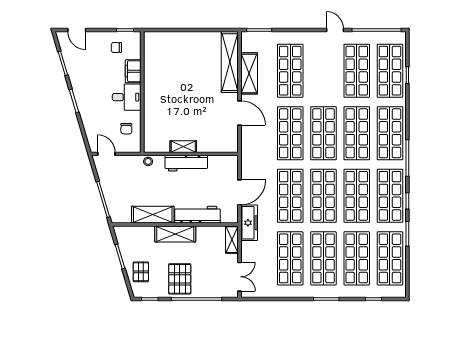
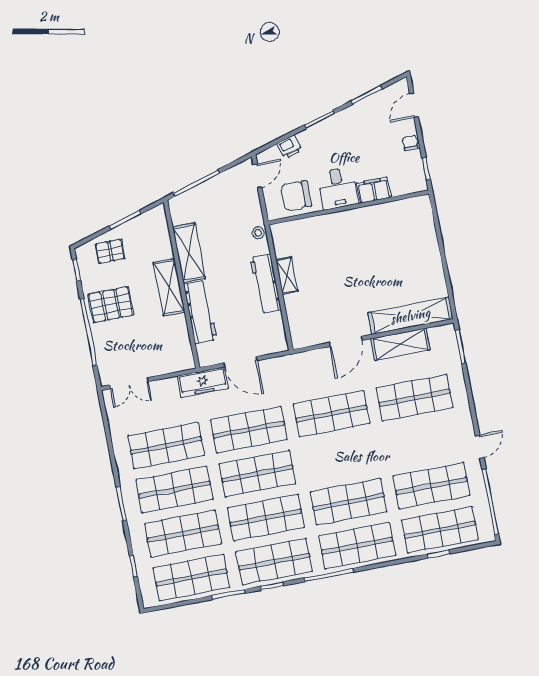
chair: (116, 47) -> (410, 143), moved
printer: (90, 126) -> (290, 147), added
chair: (126, 129) -> (296, 196), width x1.87, depth x1.87
shop shelf: (323, 133) -> (340, 458), removed
shelving: (232, 240) -> (176, 364), removed

